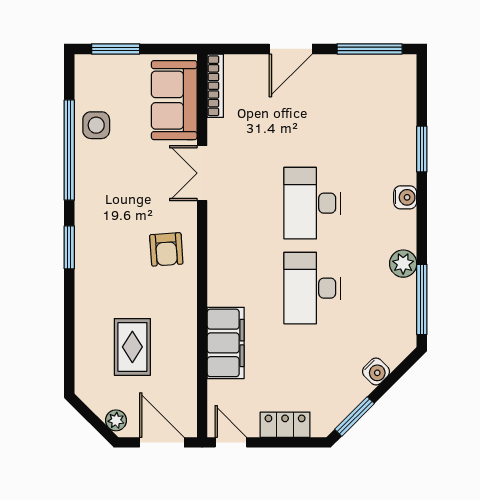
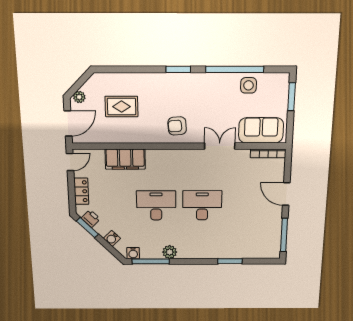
water cooler: (405, 197) -> (133, 253), moved
printer: (337, 410) -> (91, 219), added

